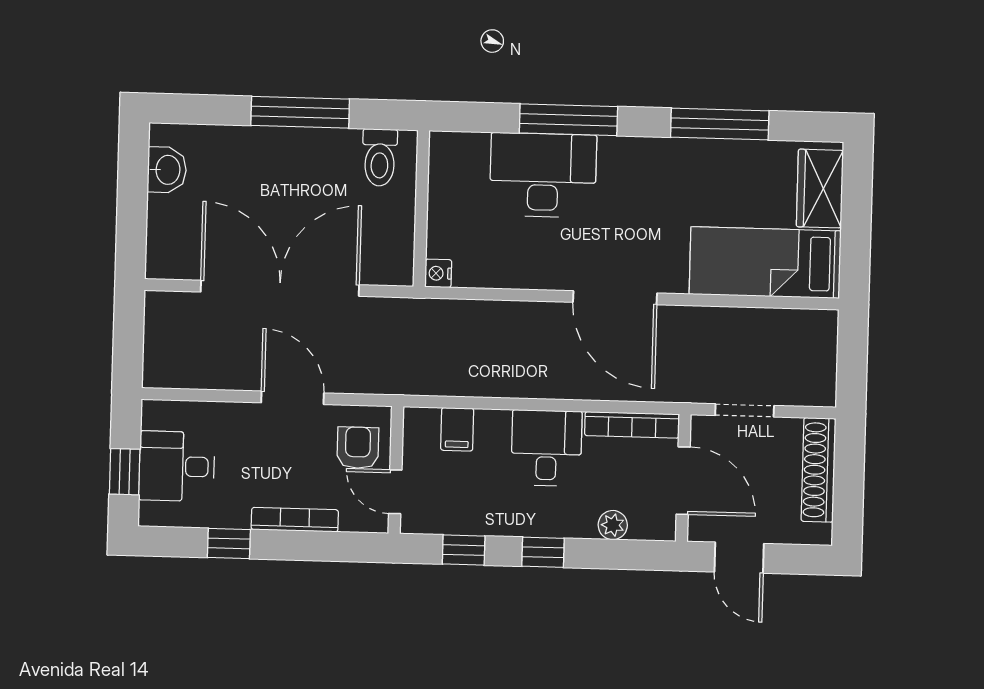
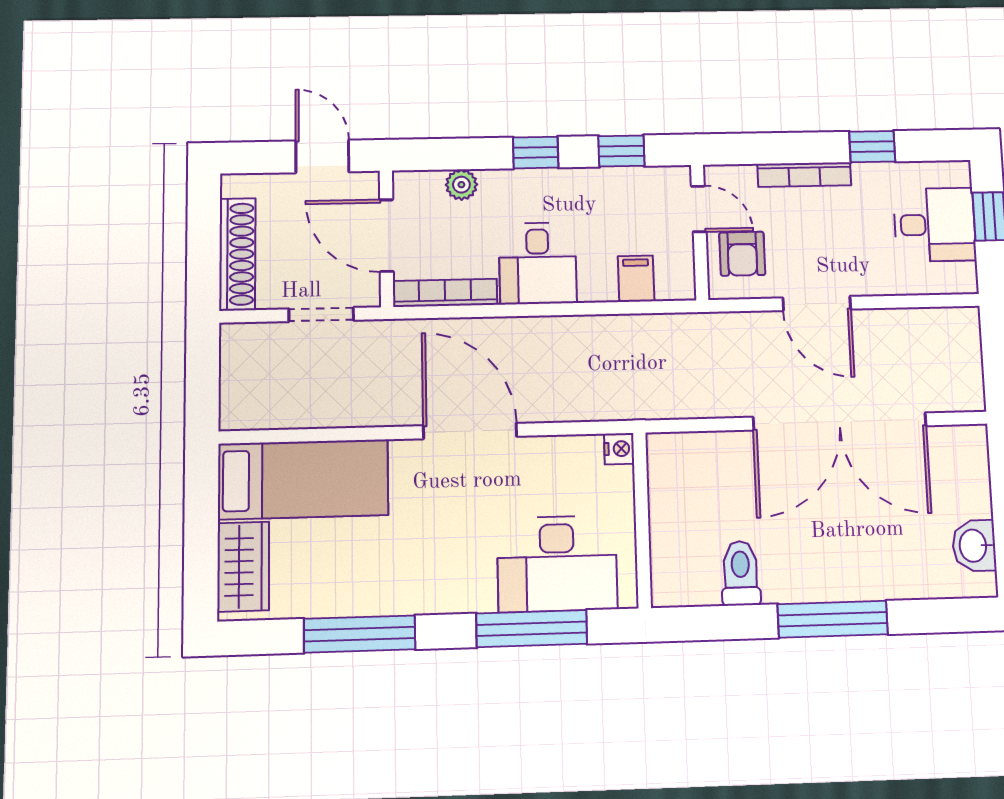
wall: (421, 209) -> (642, 520), moved
nightstand: (438, 273) -> (619, 449), moved

